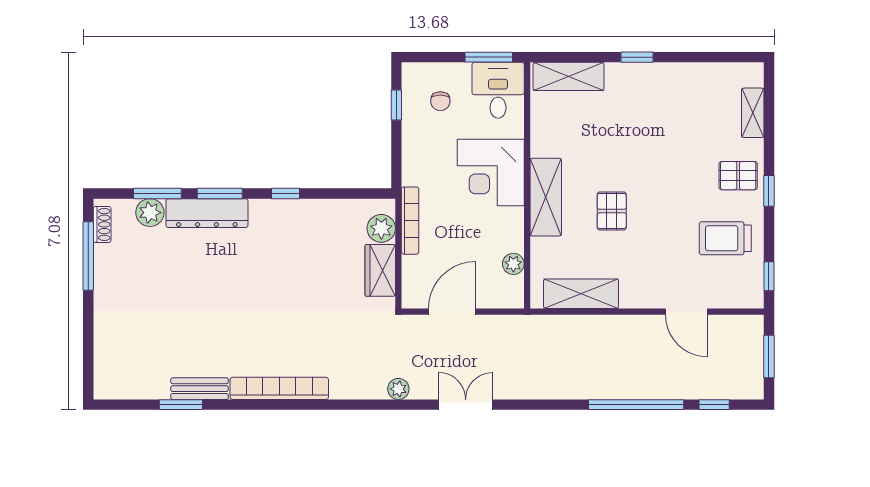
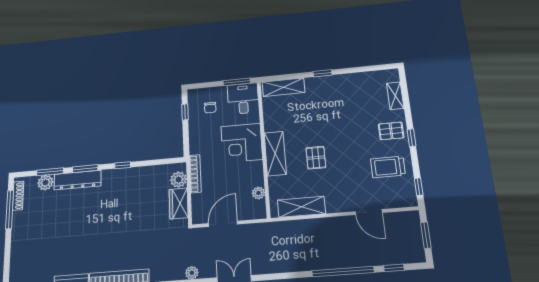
shoe rack: (102, 224) -> (18, 196), width x1.43

